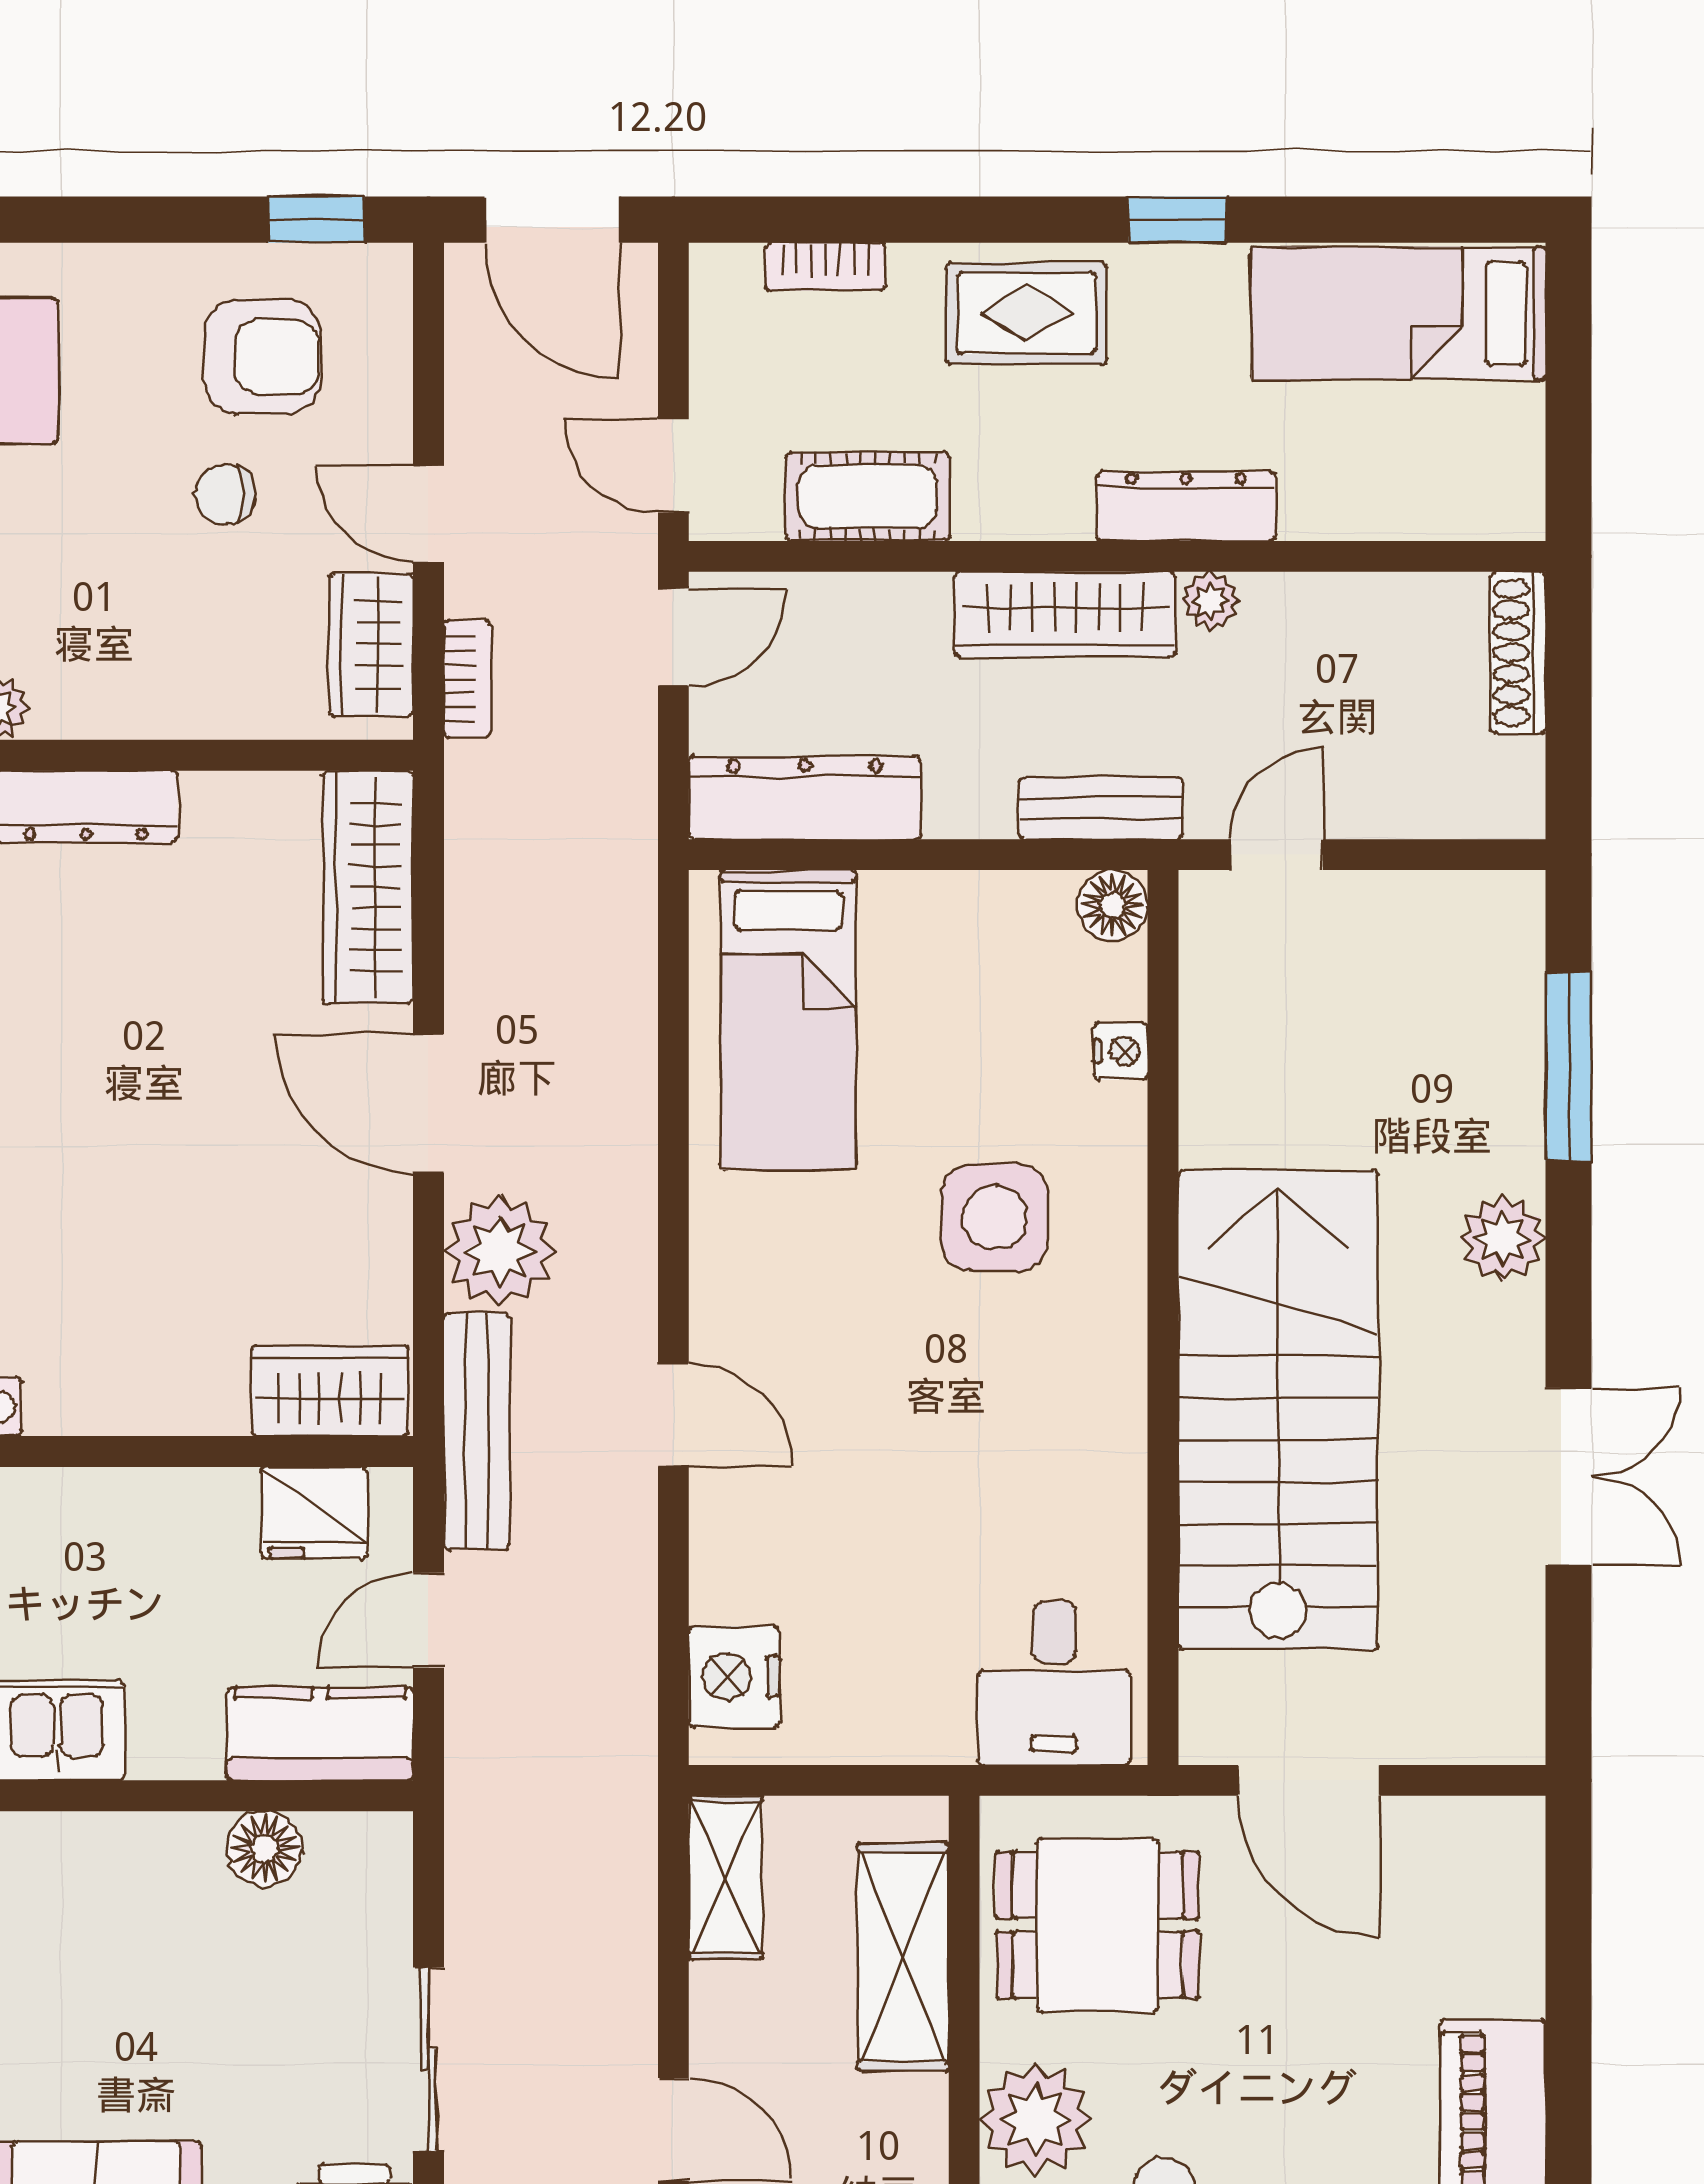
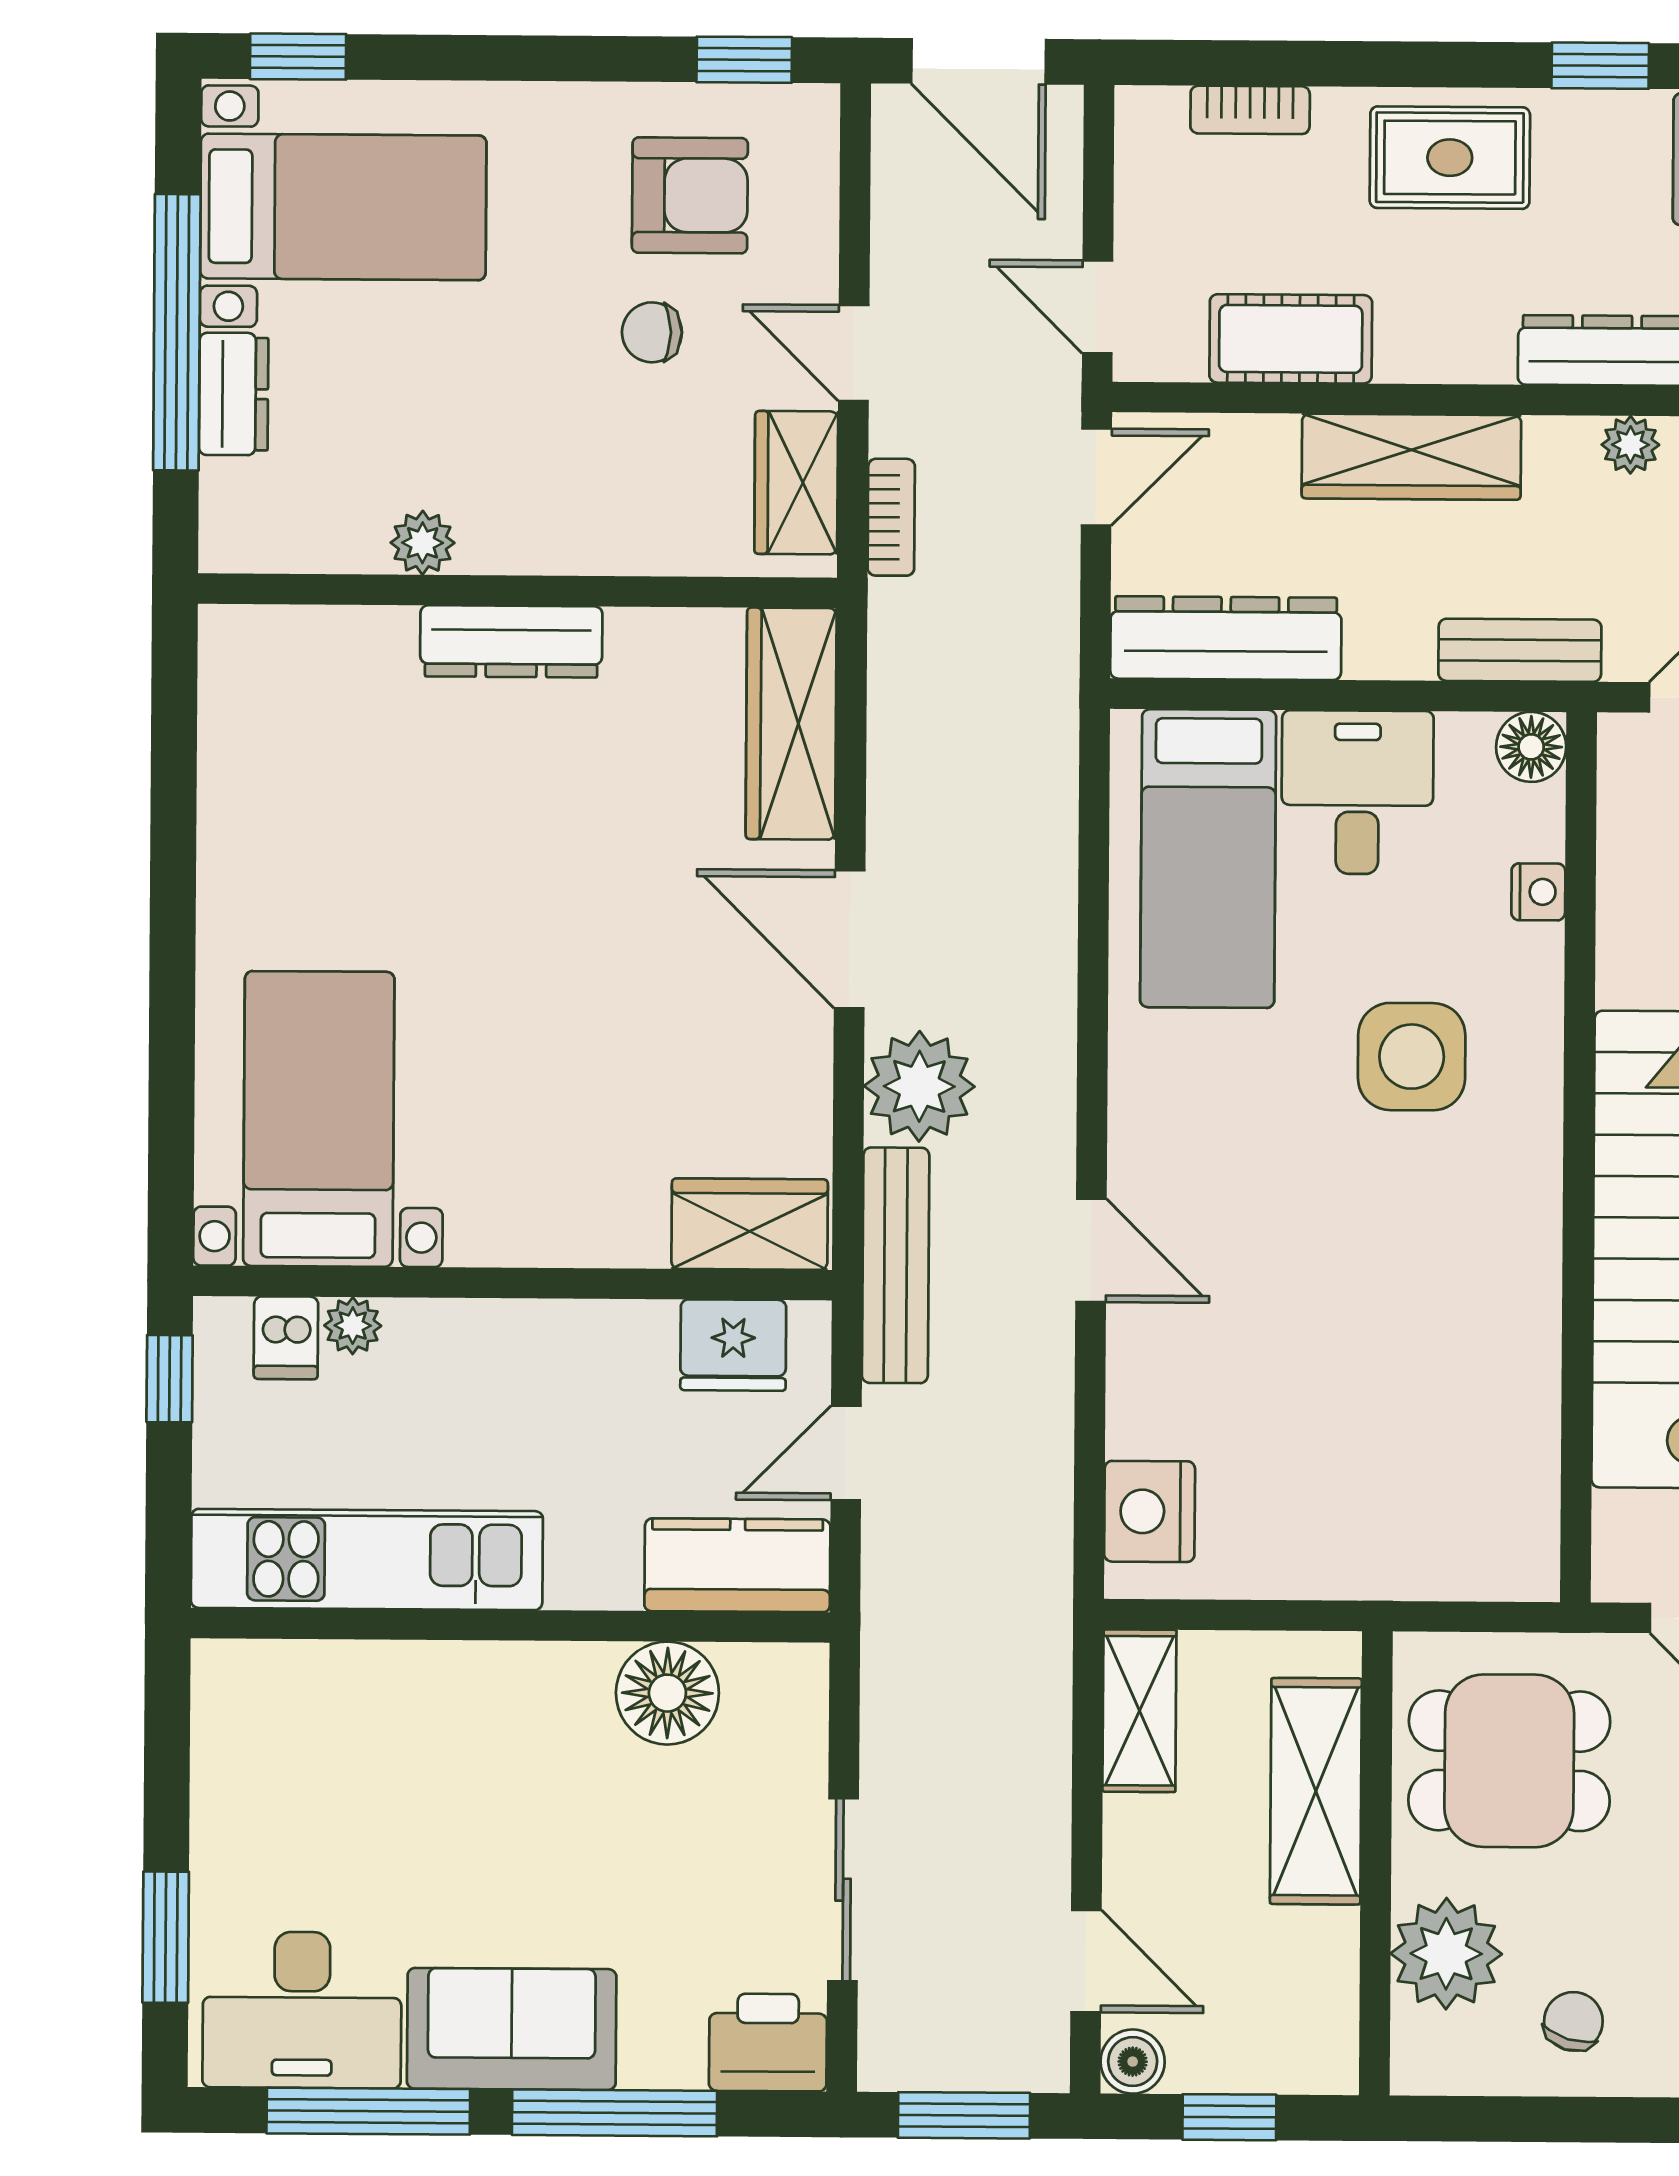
wardrobe: (1065, 614) -> (1411, 457), moved
desk: (1054, 1683) -> (1357, 792), moved, turned 180
floor lamp: (265, 1849) -> (667, 1693), width x1.38, depth x1.38

